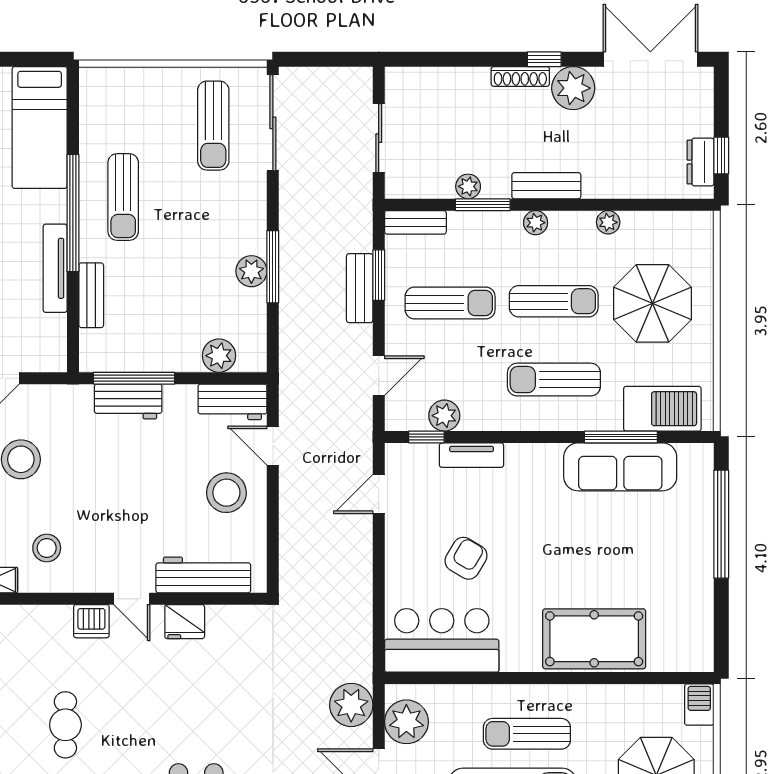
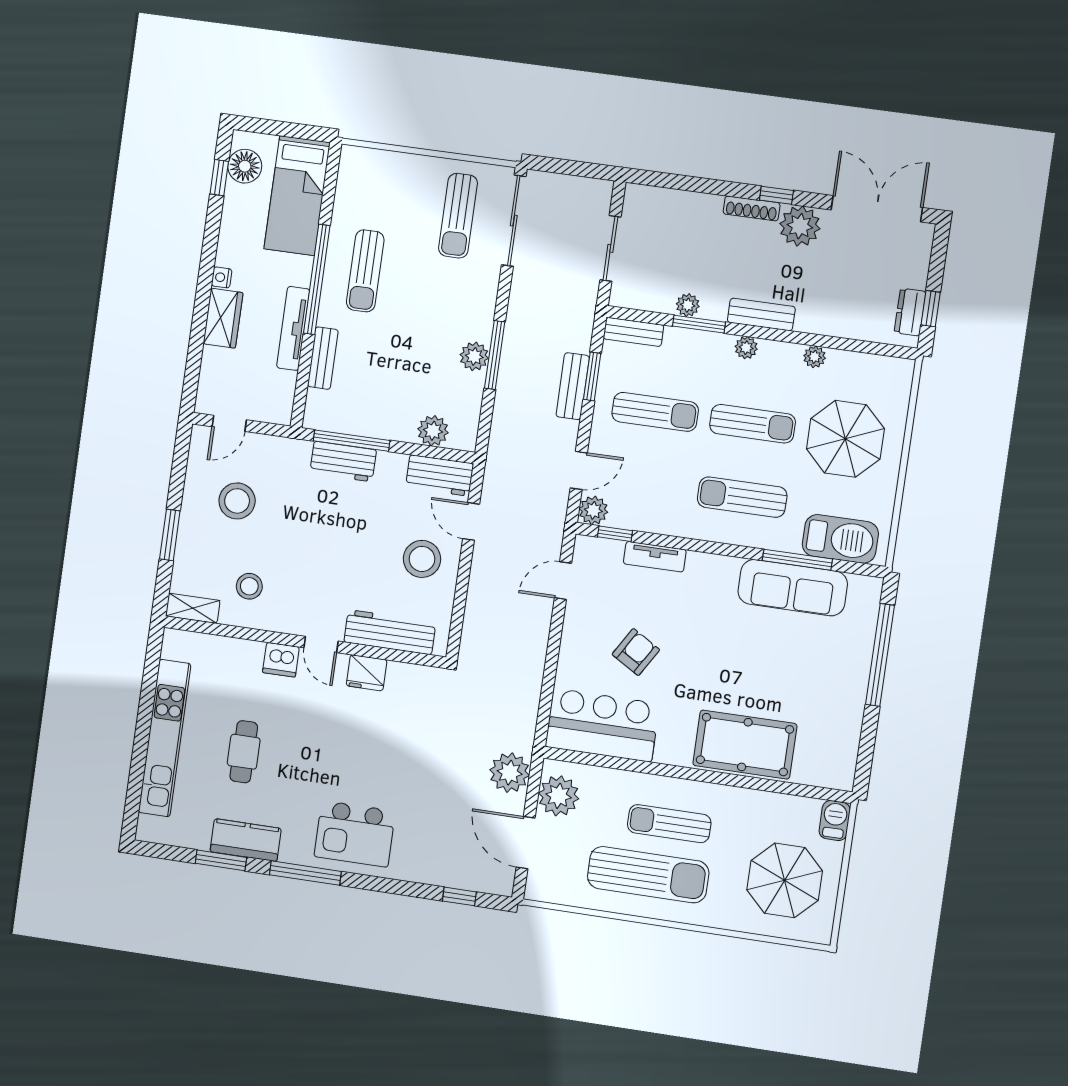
plant: (444, 416) -> (593, 510), moved

